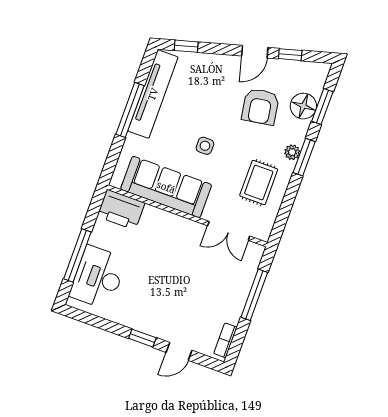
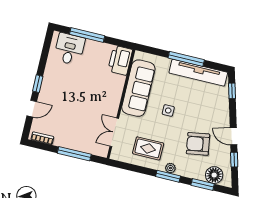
floor lamp: (303, 106) -> (214, 175), moved
desk: (98, 277) -> (69, 49), width x0.73
door: (179, 351) -> (32, 109), swing flipped

